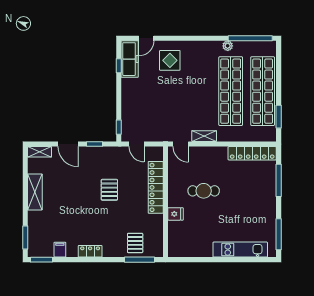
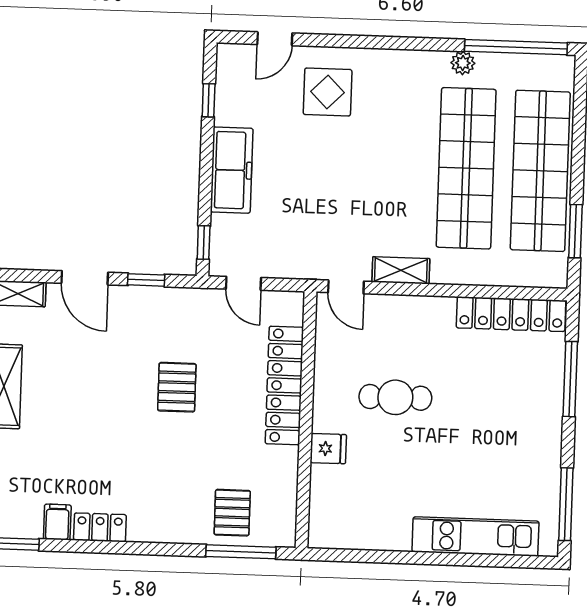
freezer: (130, 59) -> (232, 170), moved
locker: (90, 251) -> (100, 527), moved

